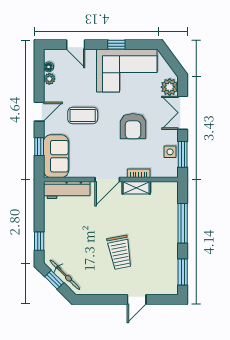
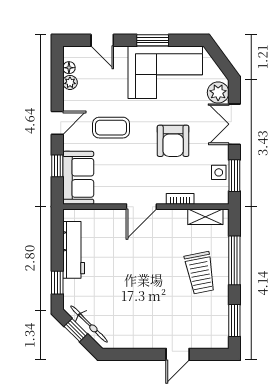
window: (116, 45) -> (153, 40), width x1.50
shelving: (136, 188) -> (205, 217), moved
workbench: (67, 190) -> (74, 250), moved, turned -90
trolley: (120, 252) -> (200, 273), moved

